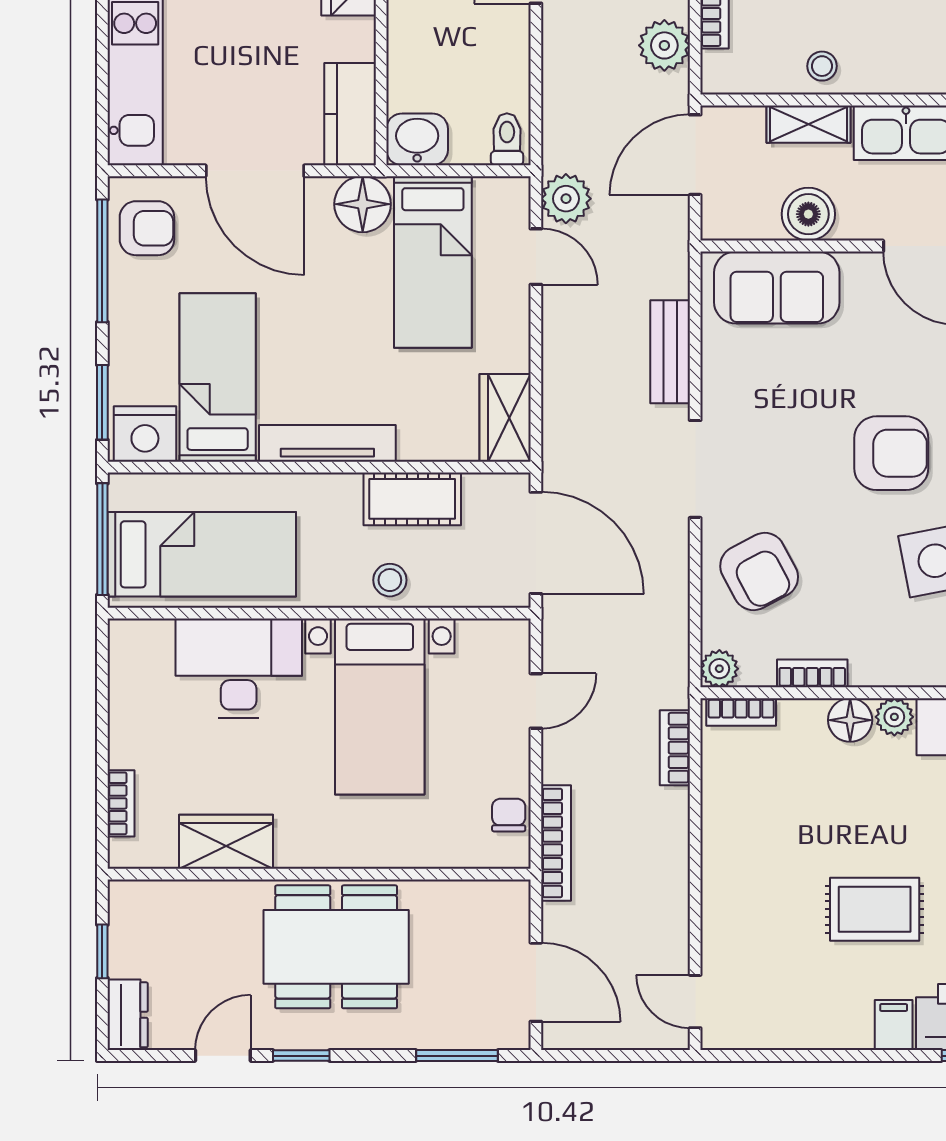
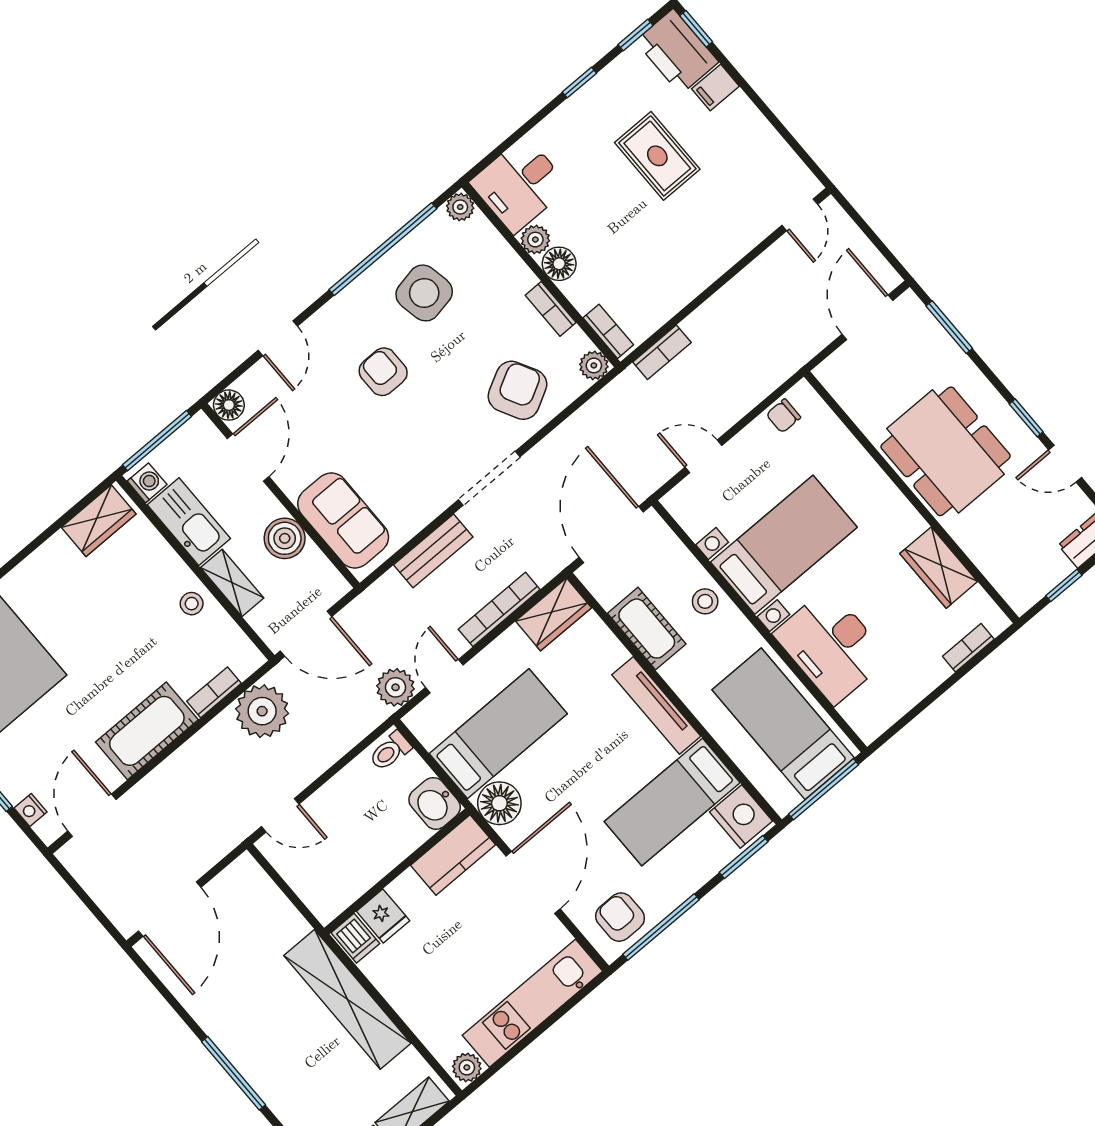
plant: (664, 45) -> (262, 711), width x1.36, depth x1.36
armchair: (891, 453) -> (383, 372), width x0.72, depth x0.72
bookcase: (556, 843) -> (499, 609), moved

